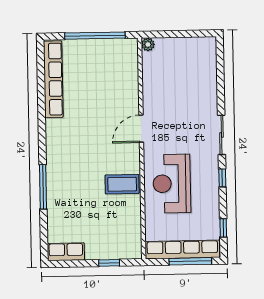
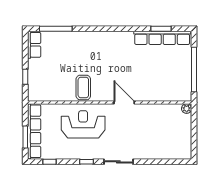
window: (41, 81) -> (161, 29), added
window: (43, 187) -> (56, 29), moved
window: (190, 261) -> (25, 137), width x0.69

